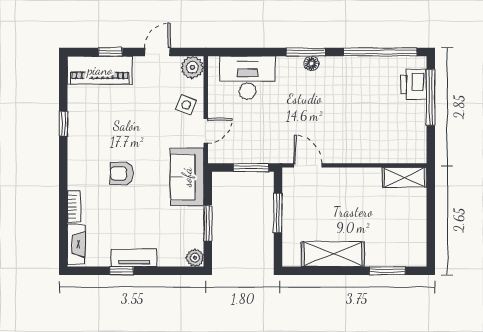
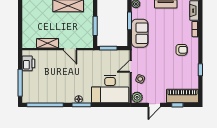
desk: (248, 78) -> (110, 89), width x1.36, depth x1.30
printer: (414, 85) -> (28, 63), moved
door: (308, 165) -> (70, 49), moved
armchair: (122, 173) -> (182, 50), moved
sofa: (187, 177) -> (140, 33), moved
shelving: (404, 177) -> (48, 43), moved

